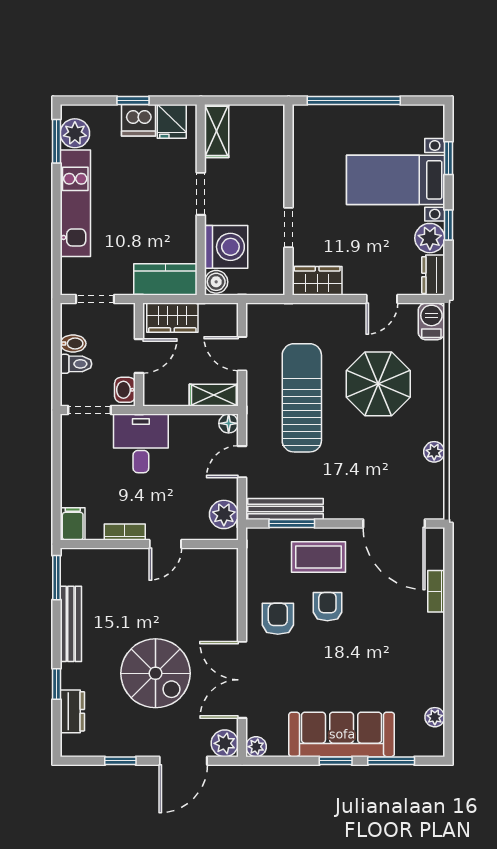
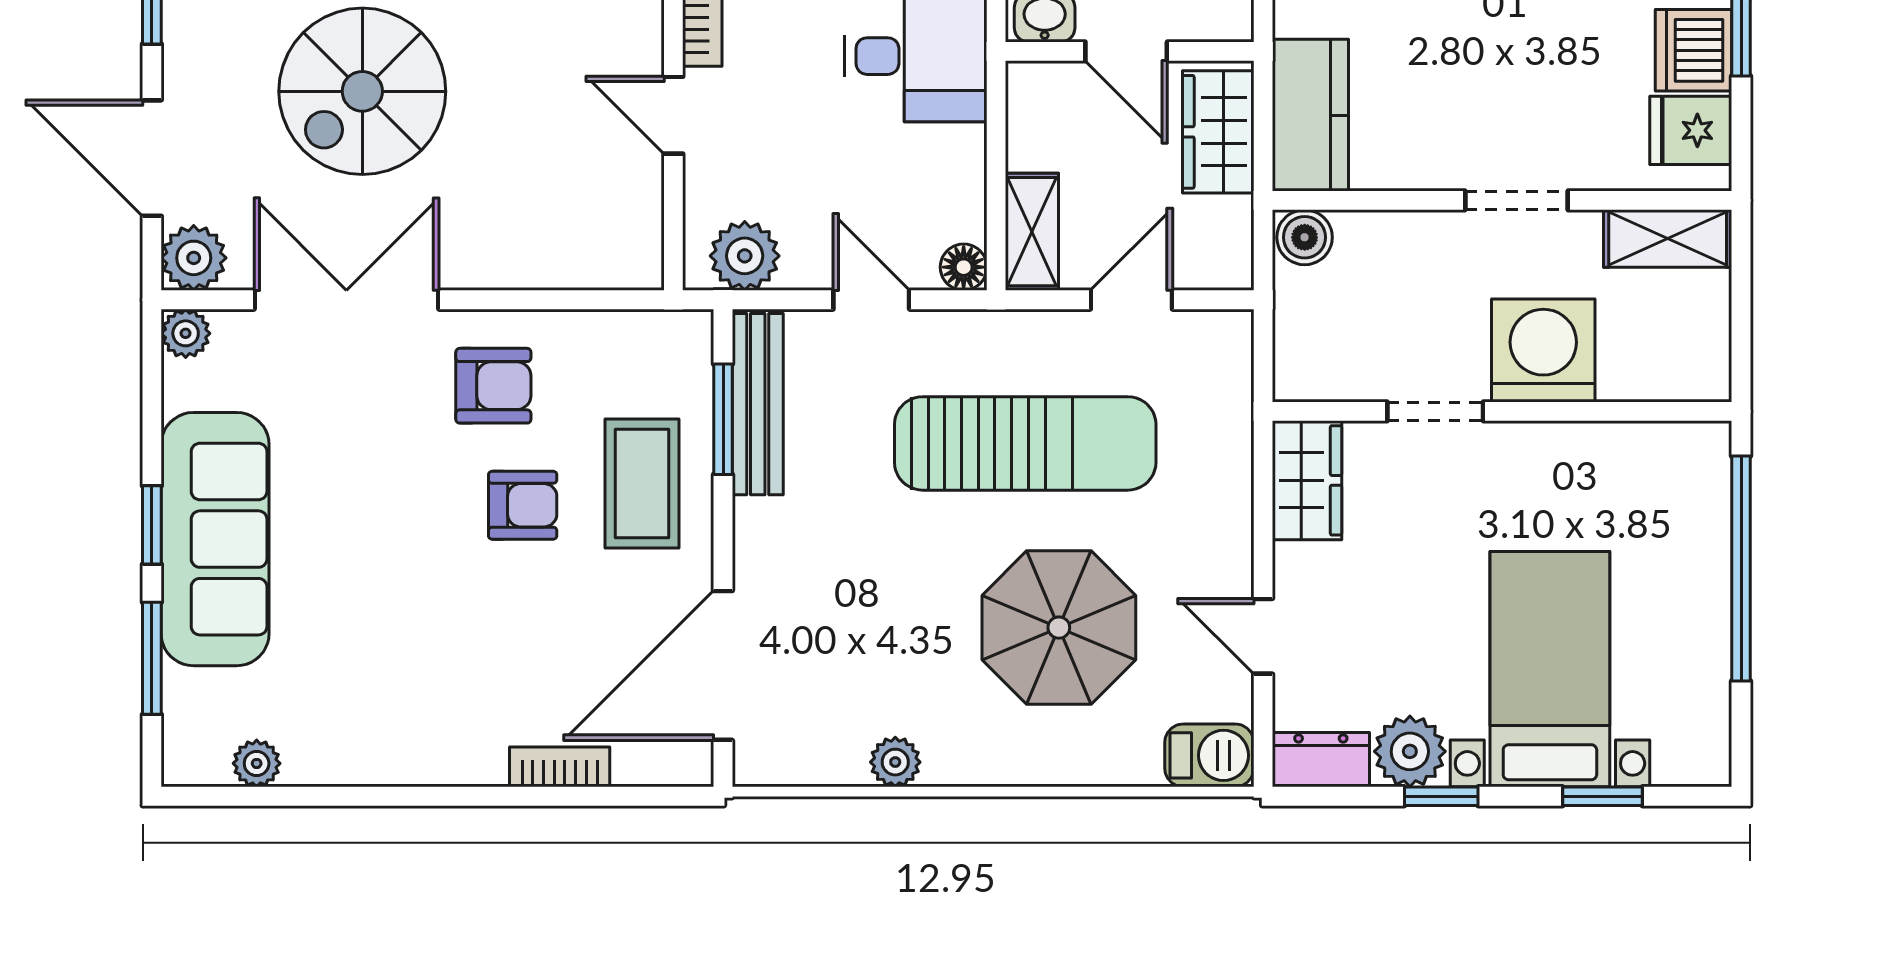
washing machine: (226, 247) -> (1543, 350), moved, turned 180

